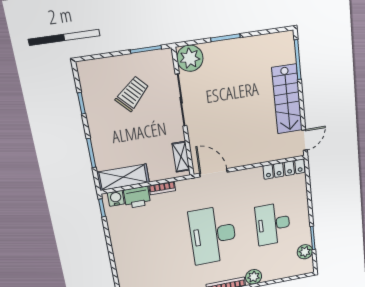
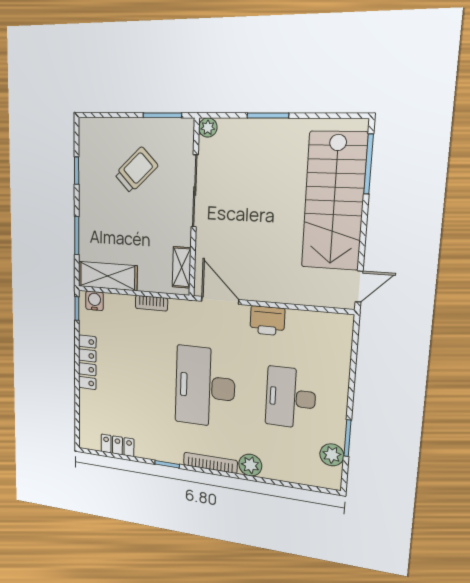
plant: (190, 58) -> (208, 127), width x0.53, depth x0.53
stairs: (287, 99) -> (334, 201), width x1.36, depth x1.51
locker: (284, 169) -> (87, 362), moved, turned -90
printer: (137, 197) -> (267, 321), moved

